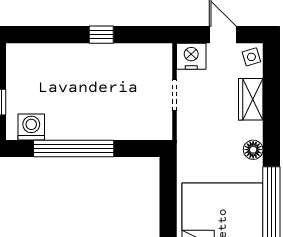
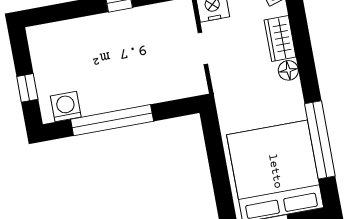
floor lamp: (253, 150) -> (288, 70), moved

